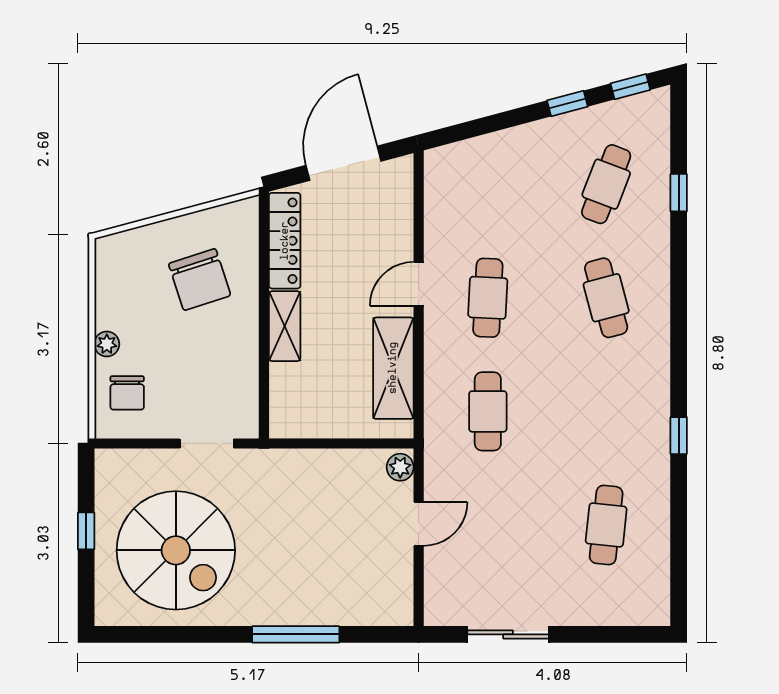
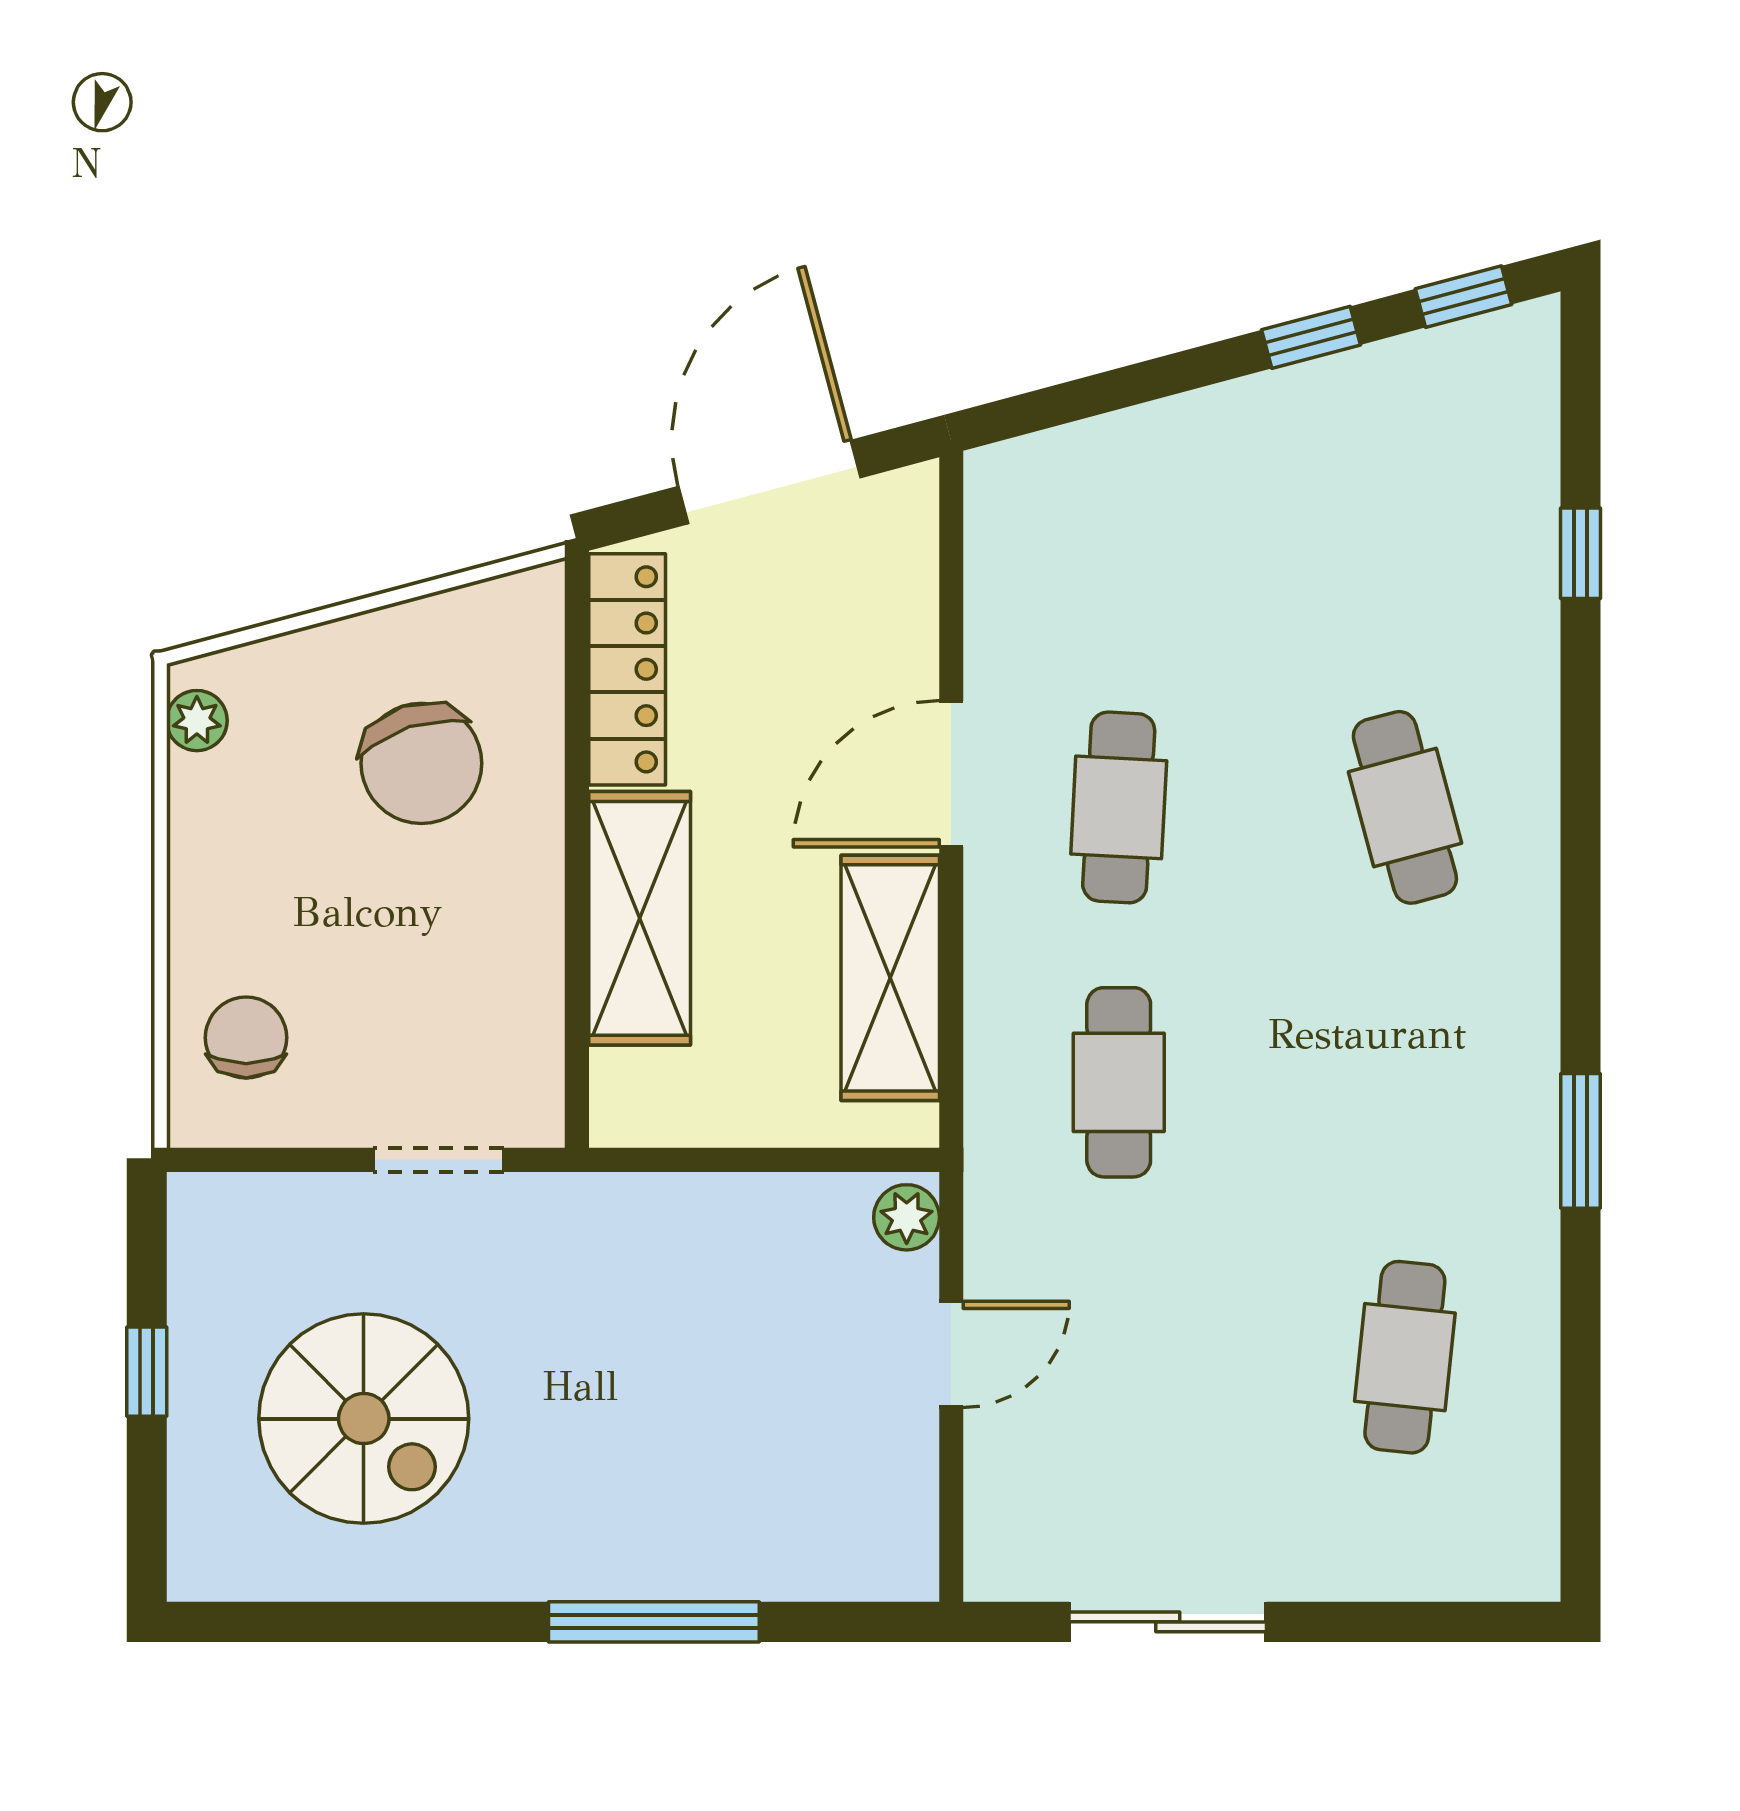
cafe table: (606, 184) -> (1405, 533), removed
door: (419, 284) -> (951, 774), width x1.38
shelving: (285, 326) -> (640, 918), width x1.50, depth x1.33
plant: (107, 344) -> (197, 721), moved
chair: (127, 393) -> (246, 1038), turned 180
window: (679, 436) -> (1580, 1141), width x1.50
spiral stairs: (176, 550) -> (364, 1419), width x0.73, depth x0.73

